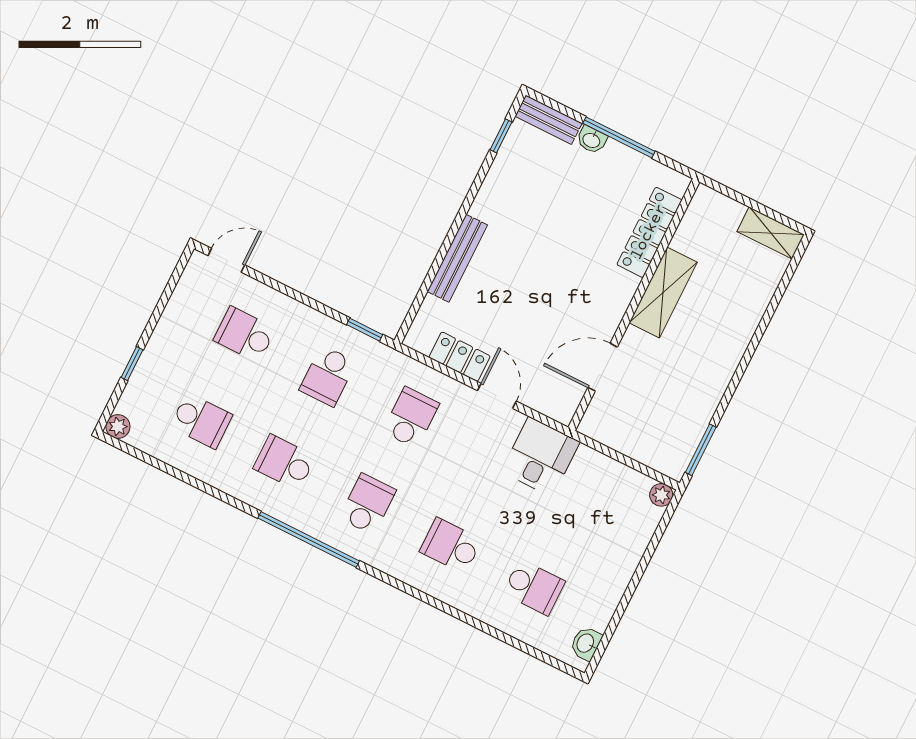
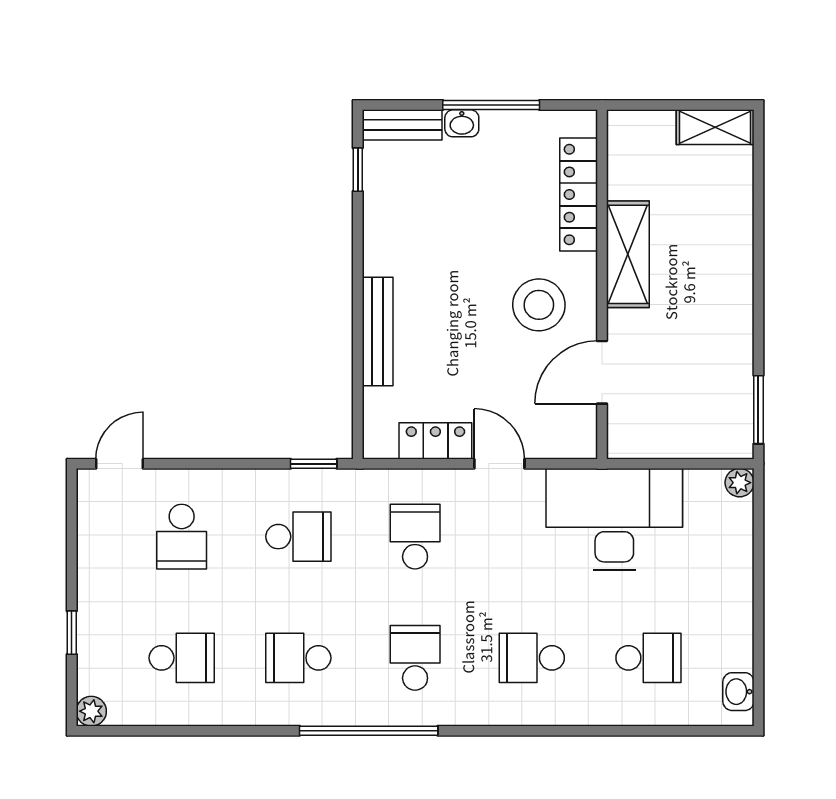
stool: (582, 297) -> (539, 305), added
school desk: (245, 334) -> (182, 537), turned -90
school desk: (328, 376) -> (298, 537), turned -90
desk: (541, 457) -> (614, 519), width x1.87, depth x1.30

